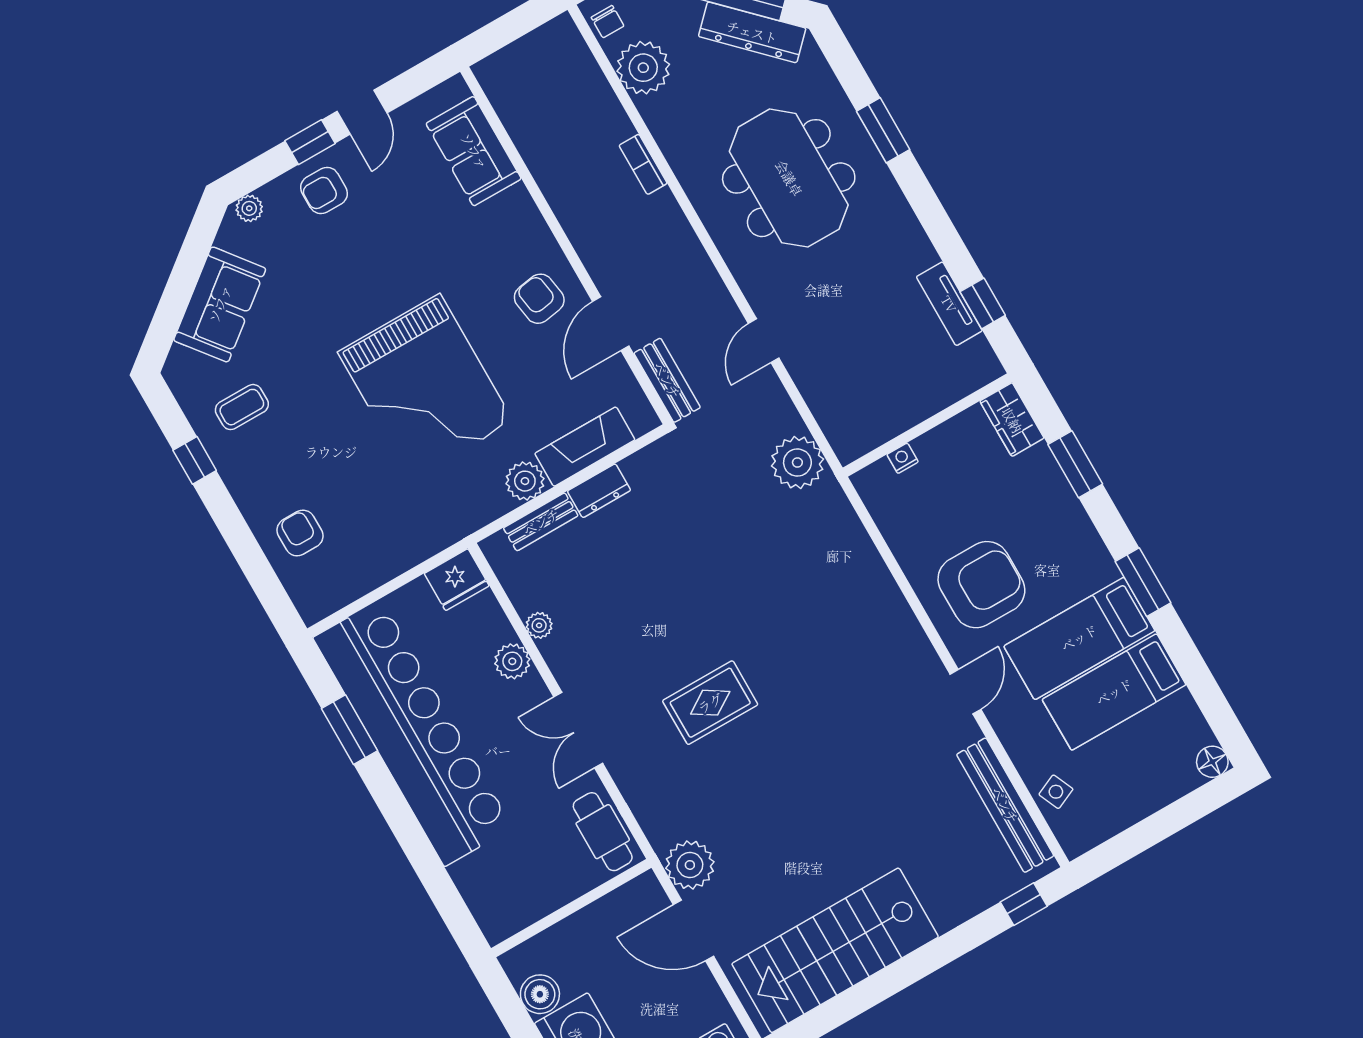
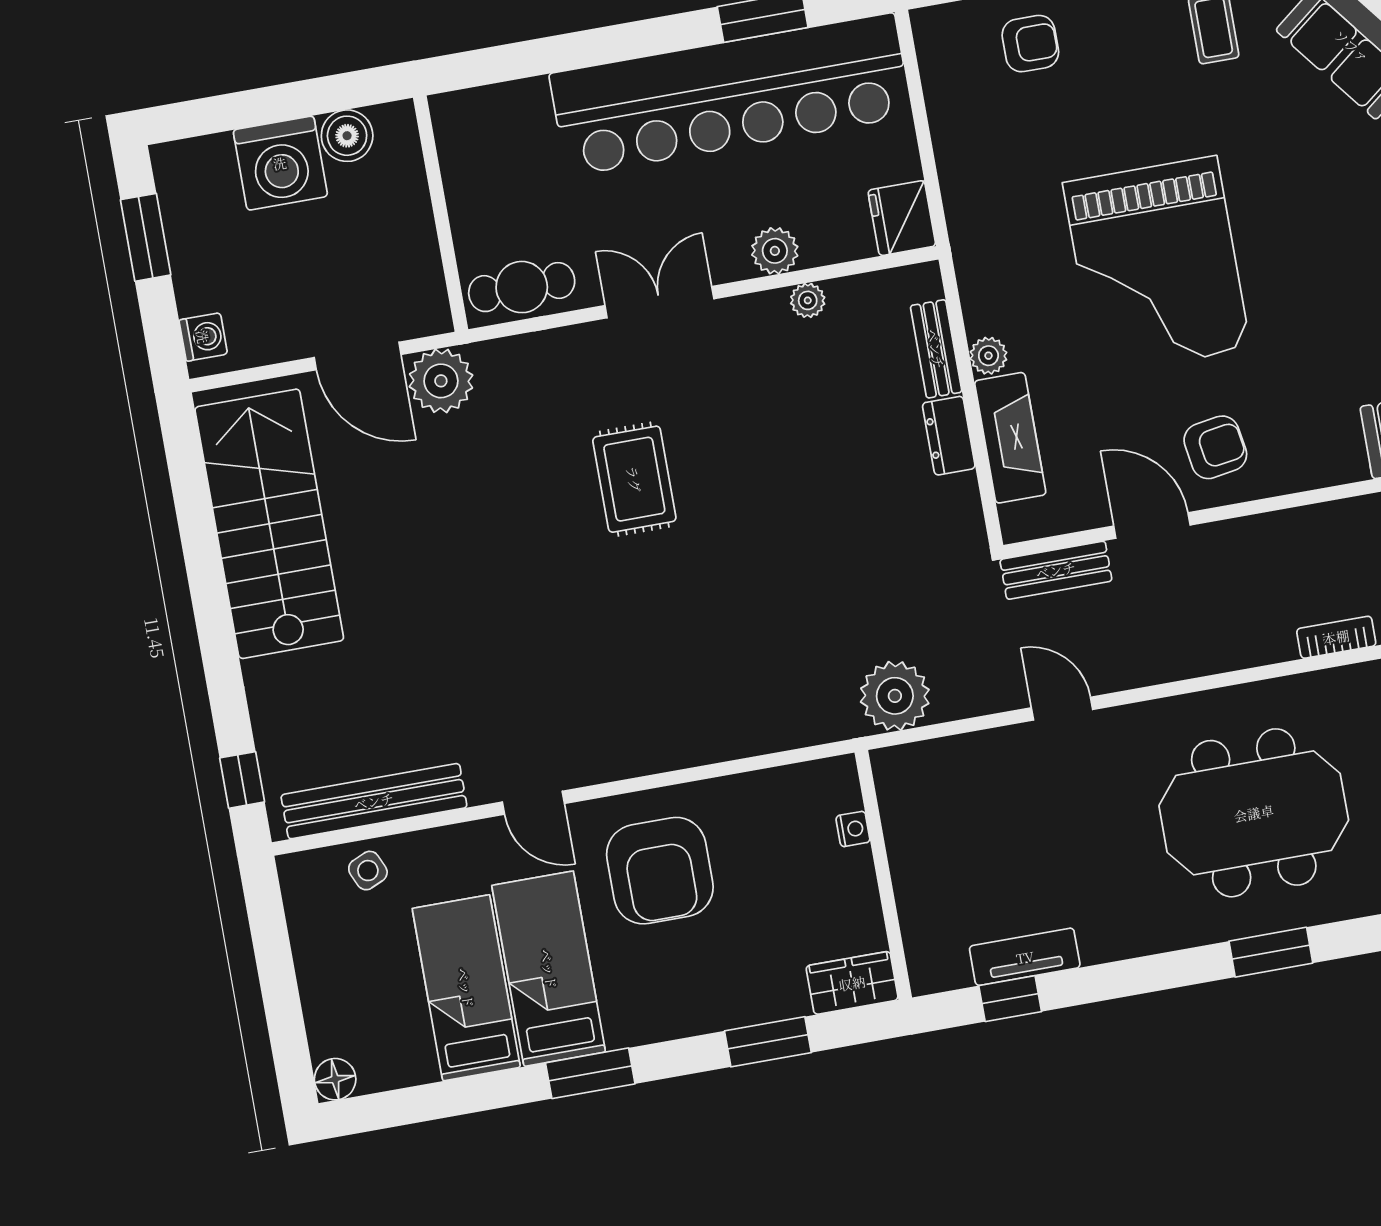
grand piano: (425, 387) -> (1157, 266), turned -90
plant: (525, 481) -> (988, 356), width x0.73, depth x0.73
door: (693, 930) -> (358, 356), swing flipped

